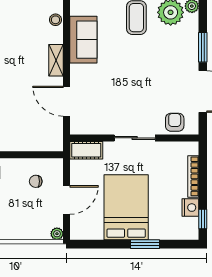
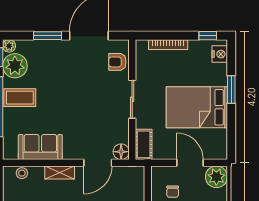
floor lamp: (78, 126) -> (121, 152), added
nightstand: (190, 208) -> (220, 54), moved, turned 90
plant: (57, 234) -> (216, 177), width x1.88, depth x1.88

